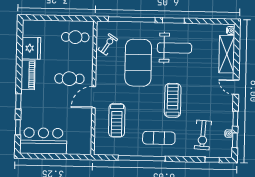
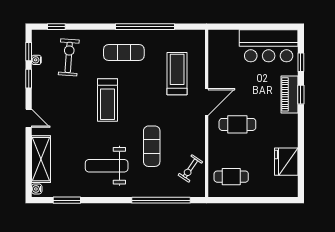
window: (173, 20) -> (67, 200), moved
exercise mat: (138, 63) -> (152, 146), width x0.50, depth x0.69
piano: (28, 75) -> (289, 94), moved

